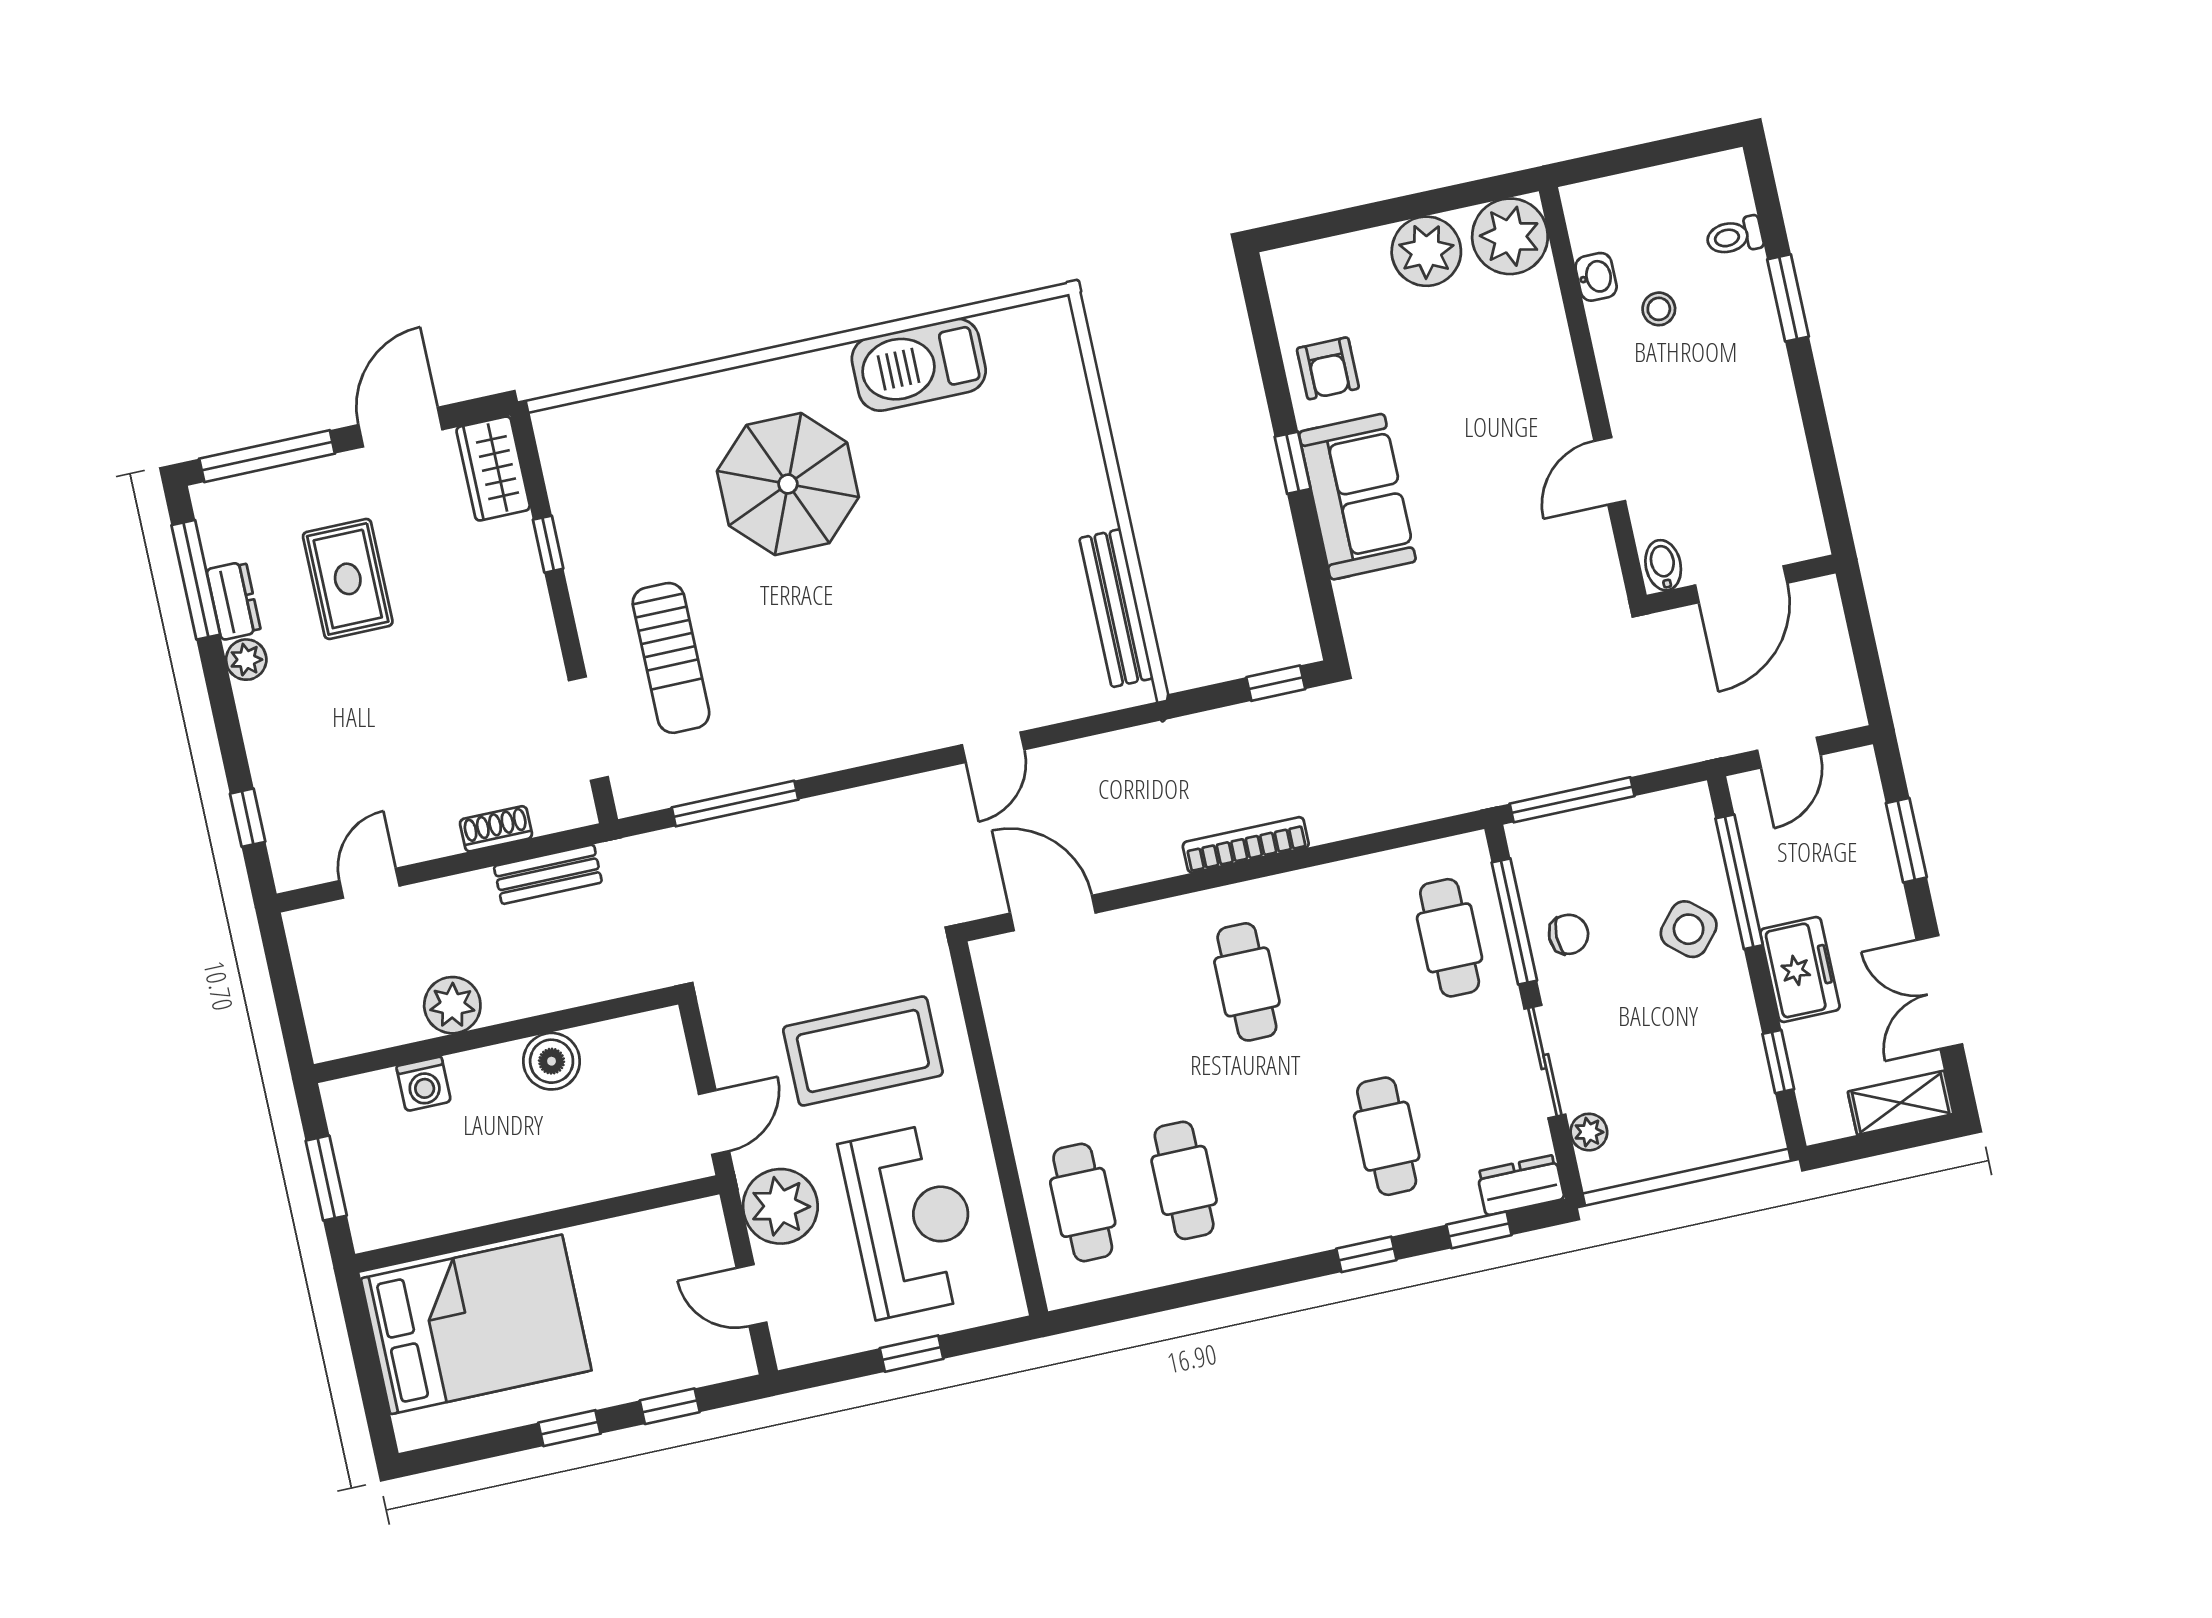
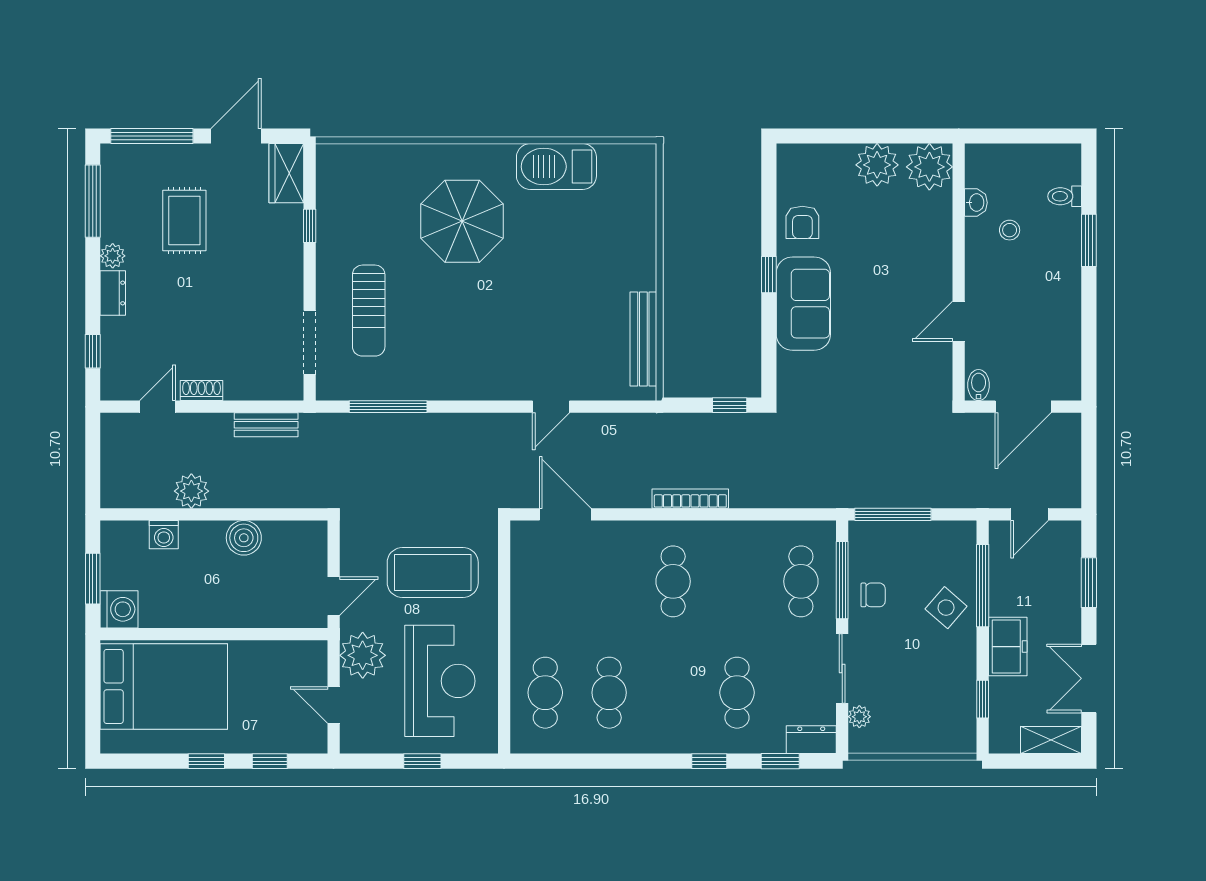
dresser: (234, 601) -> (113, 293), moved
shoe rack: (496, 829) -> (202, 390), moved
washing machine: (378, 1218) -> (119, 609), added

